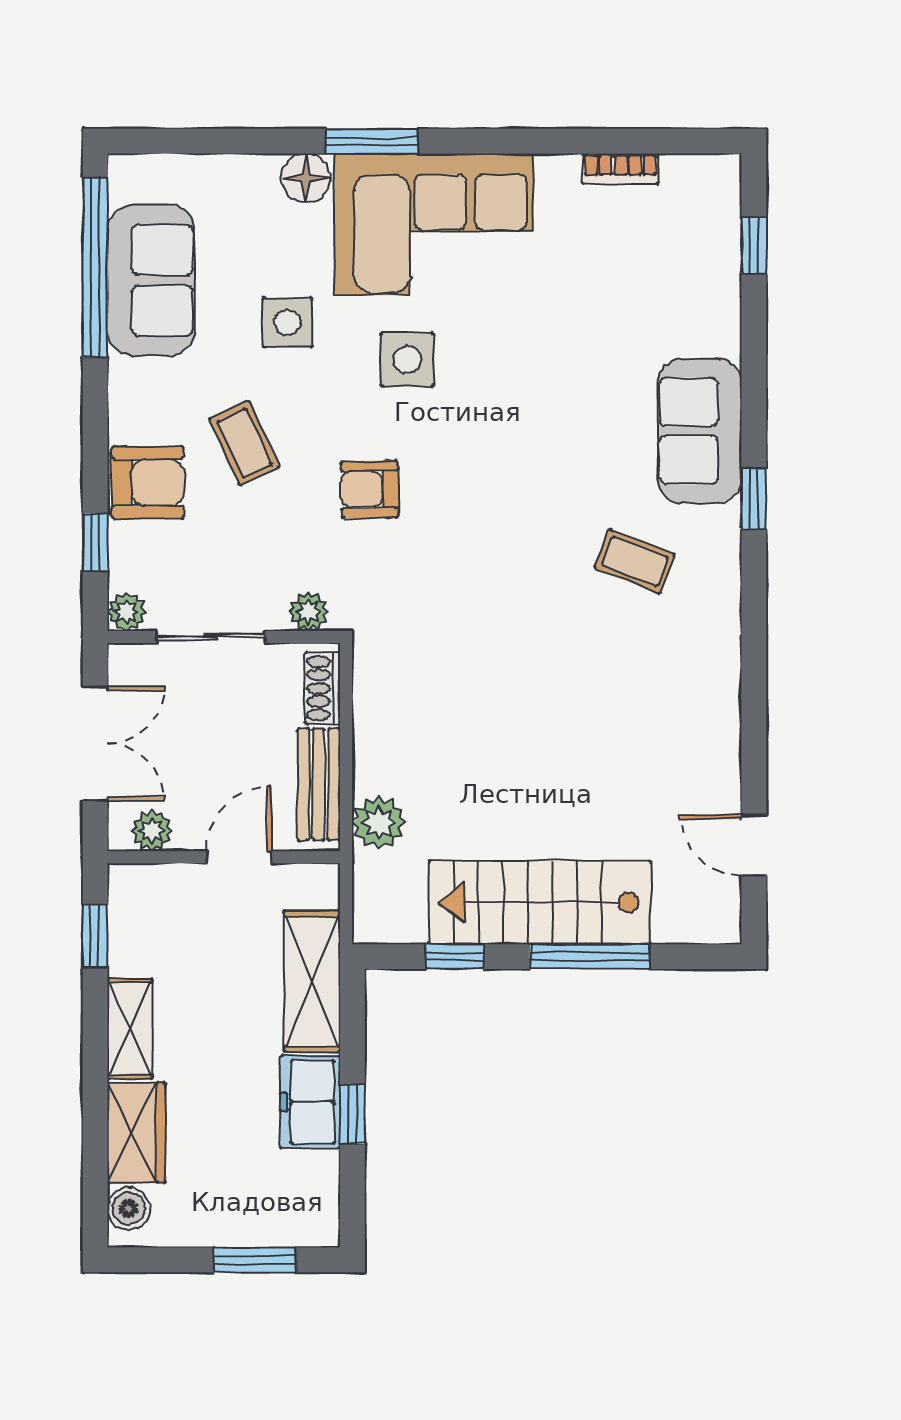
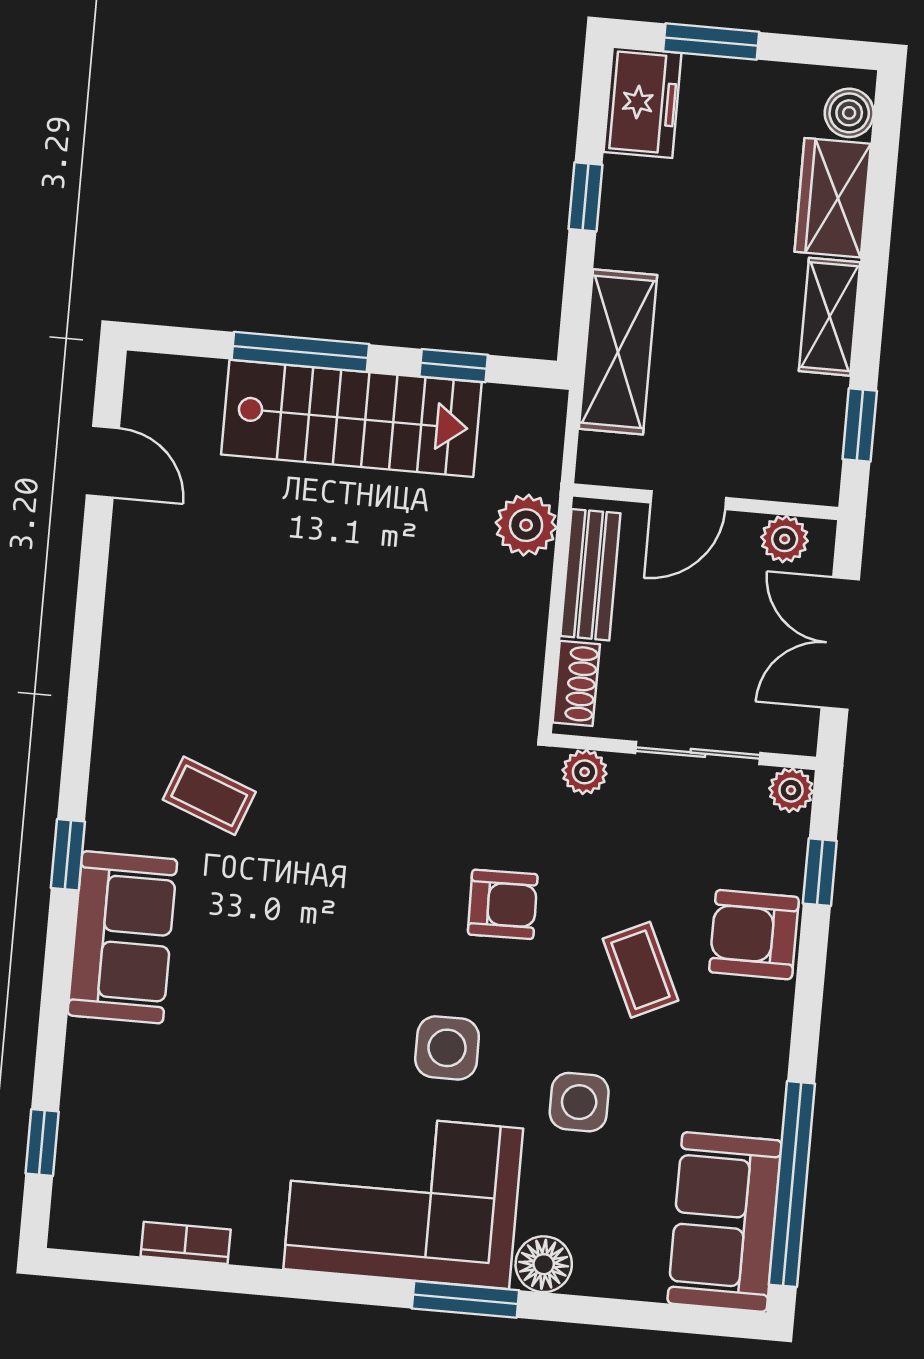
sofa: (151, 280) -> (725, 1222), moved
freezer: (310, 1102) -> (643, 102), moved

